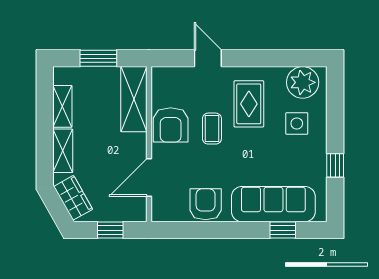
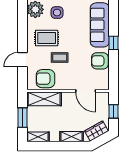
shelving: (62, 106) -> (38, 137), moved
armchair: (171, 125) -> (45, 79), moved, turned 180
window: (283, 230) -> (114, 43), moved

